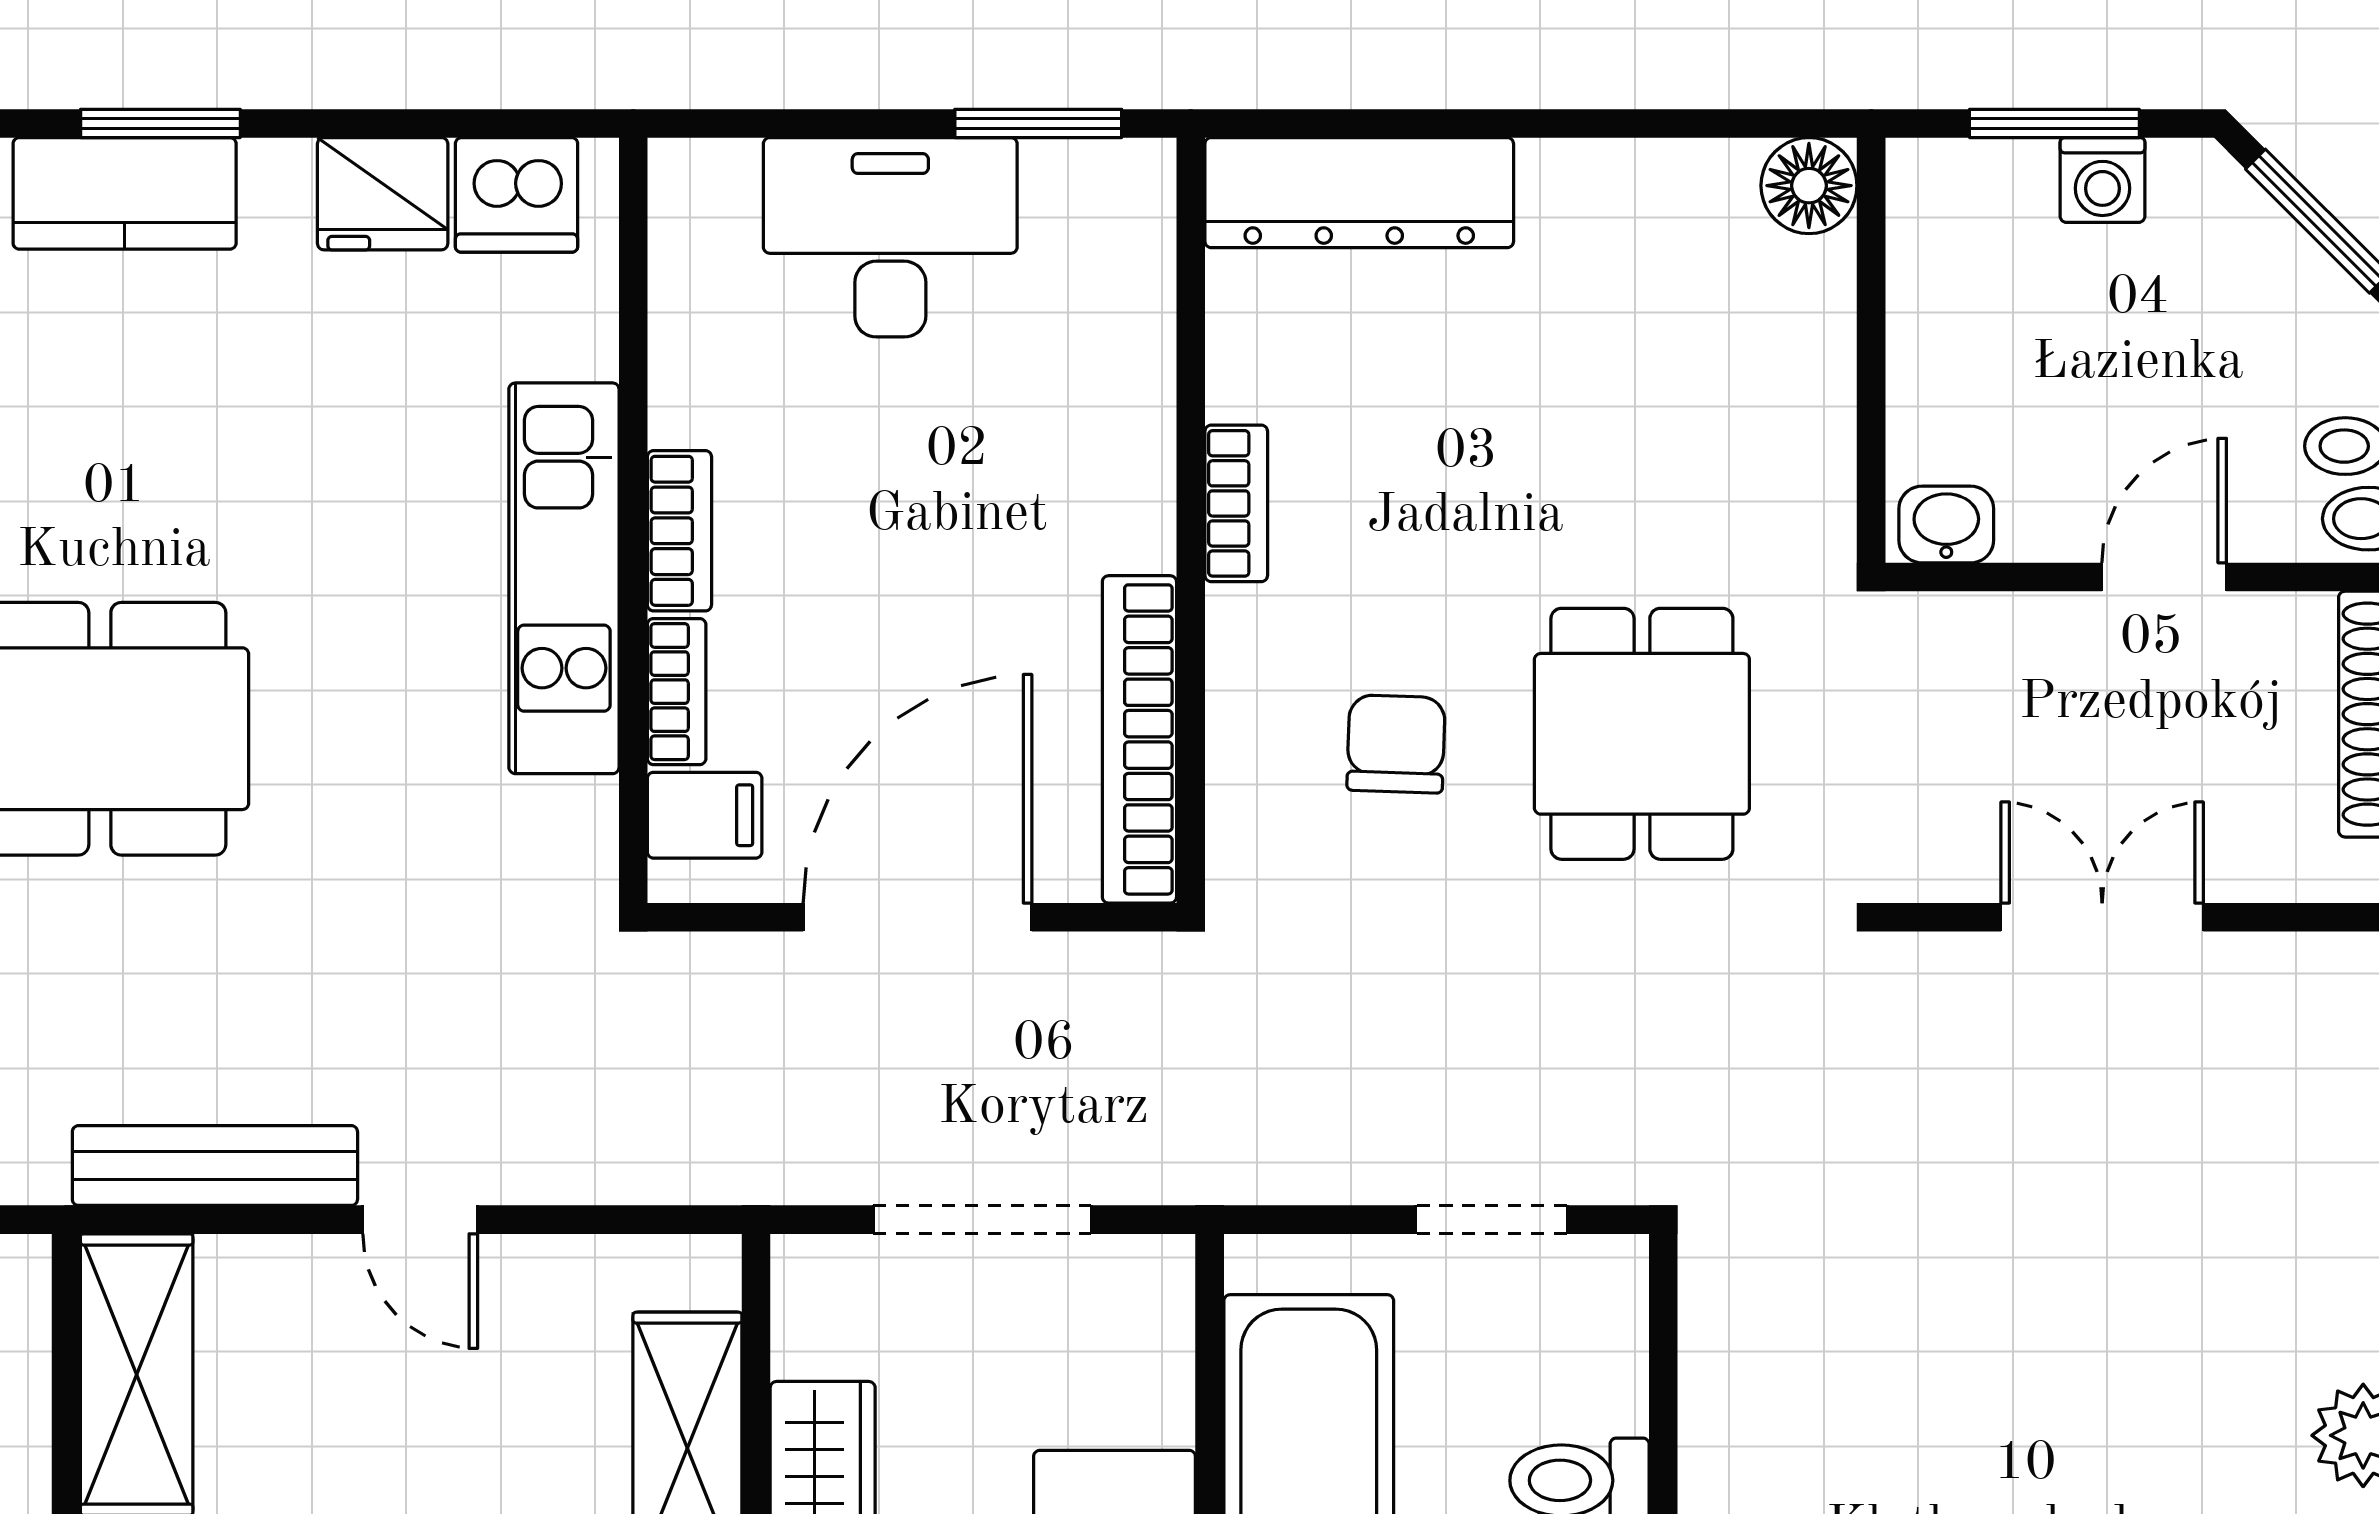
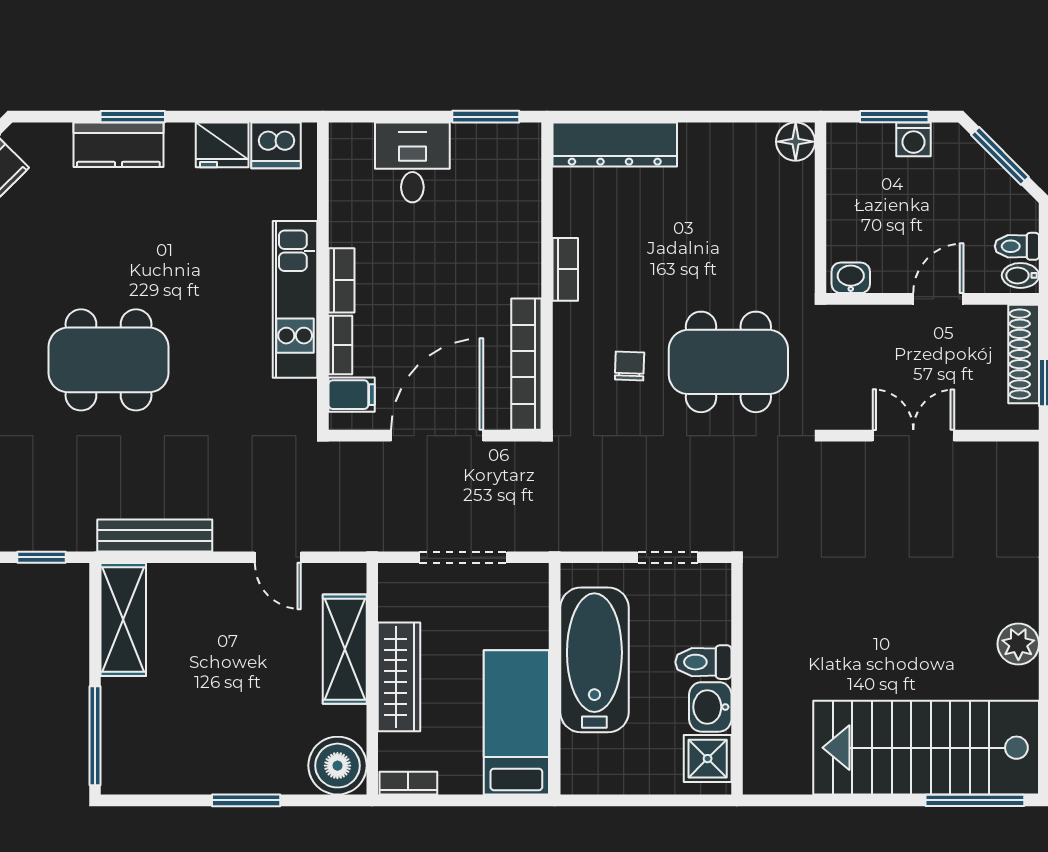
desk: (890, 237) -> (412, 162), width x0.73
dining table: (1642, 734) -> (728, 362), width x1.38
chair: (1396, 744) -> (630, 366), width x0.73, depth x0.73
door: (420, 1220) -> (278, 557), moved

